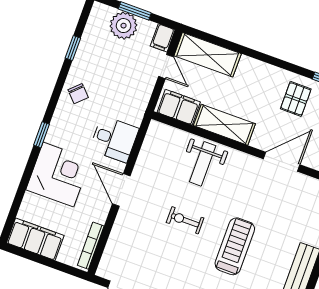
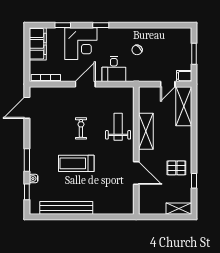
plant: (124, 26) -> (183, 50), removed
window: (73, 48) -> (63, 25), moved
chair: (78, 94) -> (137, 50), moved
filing cabinet: (179, 107) -> (146, 100), removed
weight bench: (203, 164) -> (118, 127), turned 90
treadmill: (235, 246) -> (76, 163), turned 180

